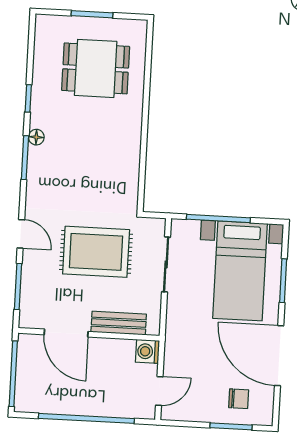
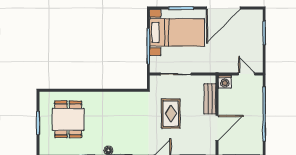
rug: (96, 252) -> (171, 114), width x0.73, depth x0.70
chair: (239, 399) -> (248, 29), removed

